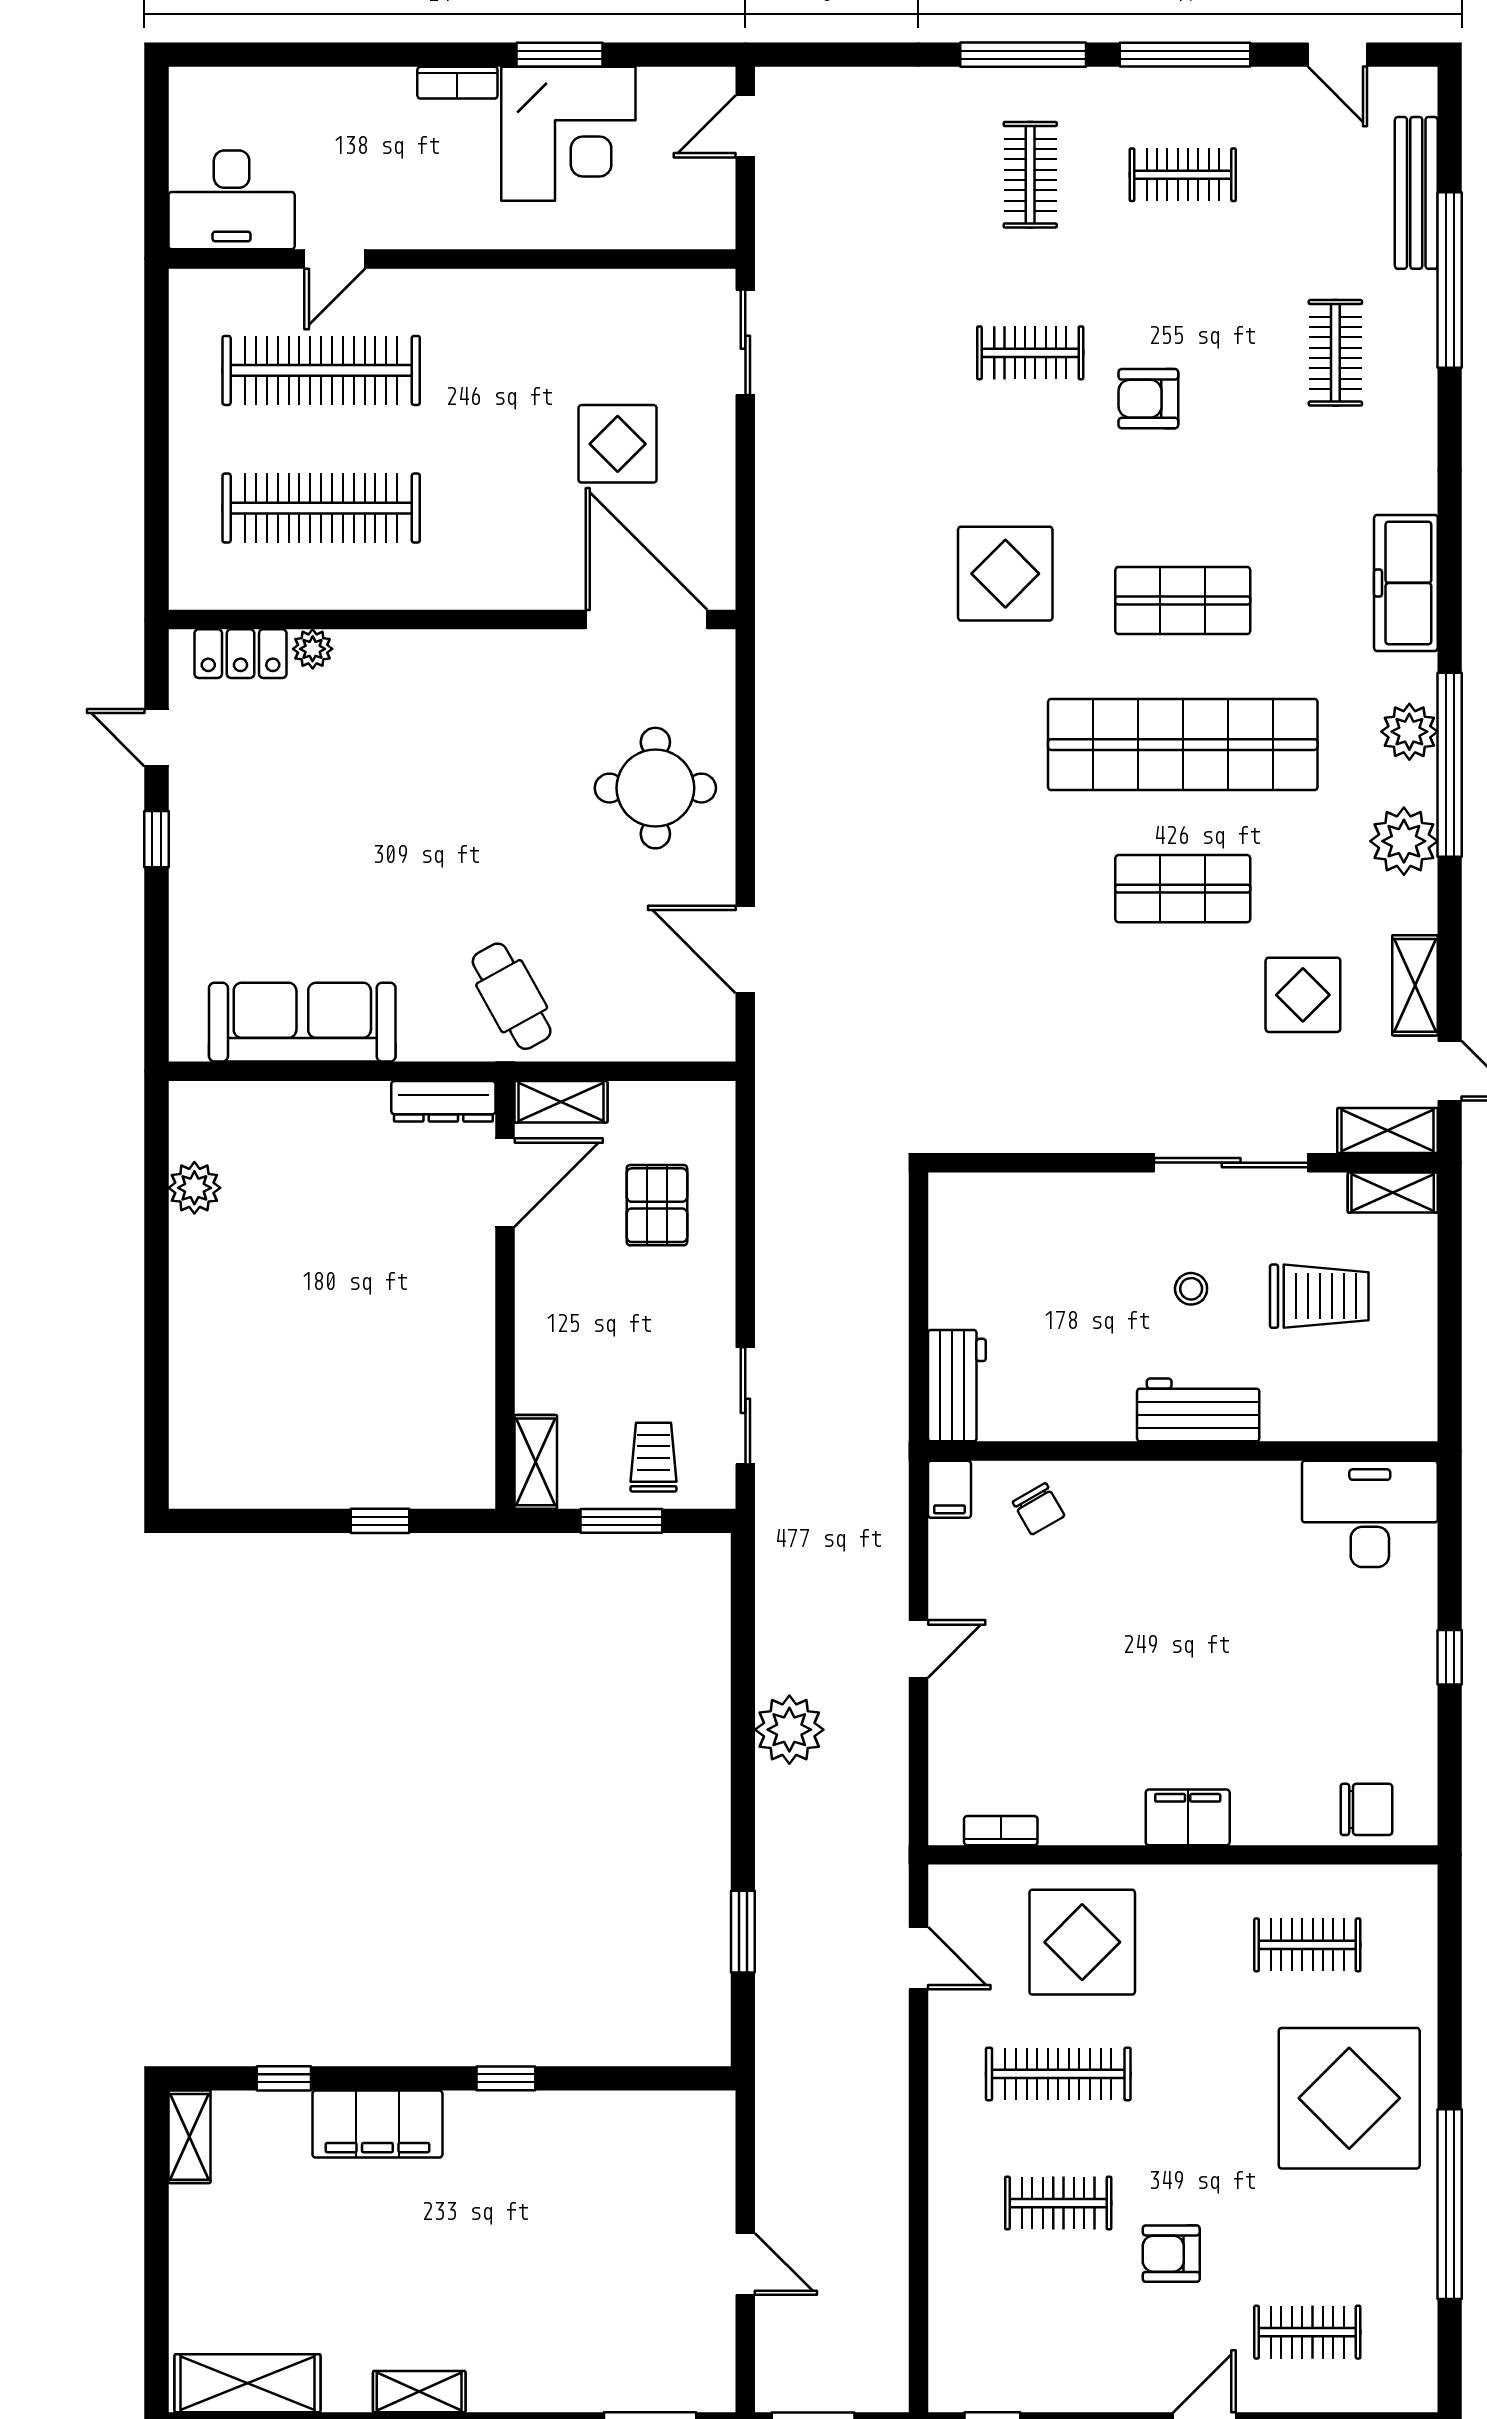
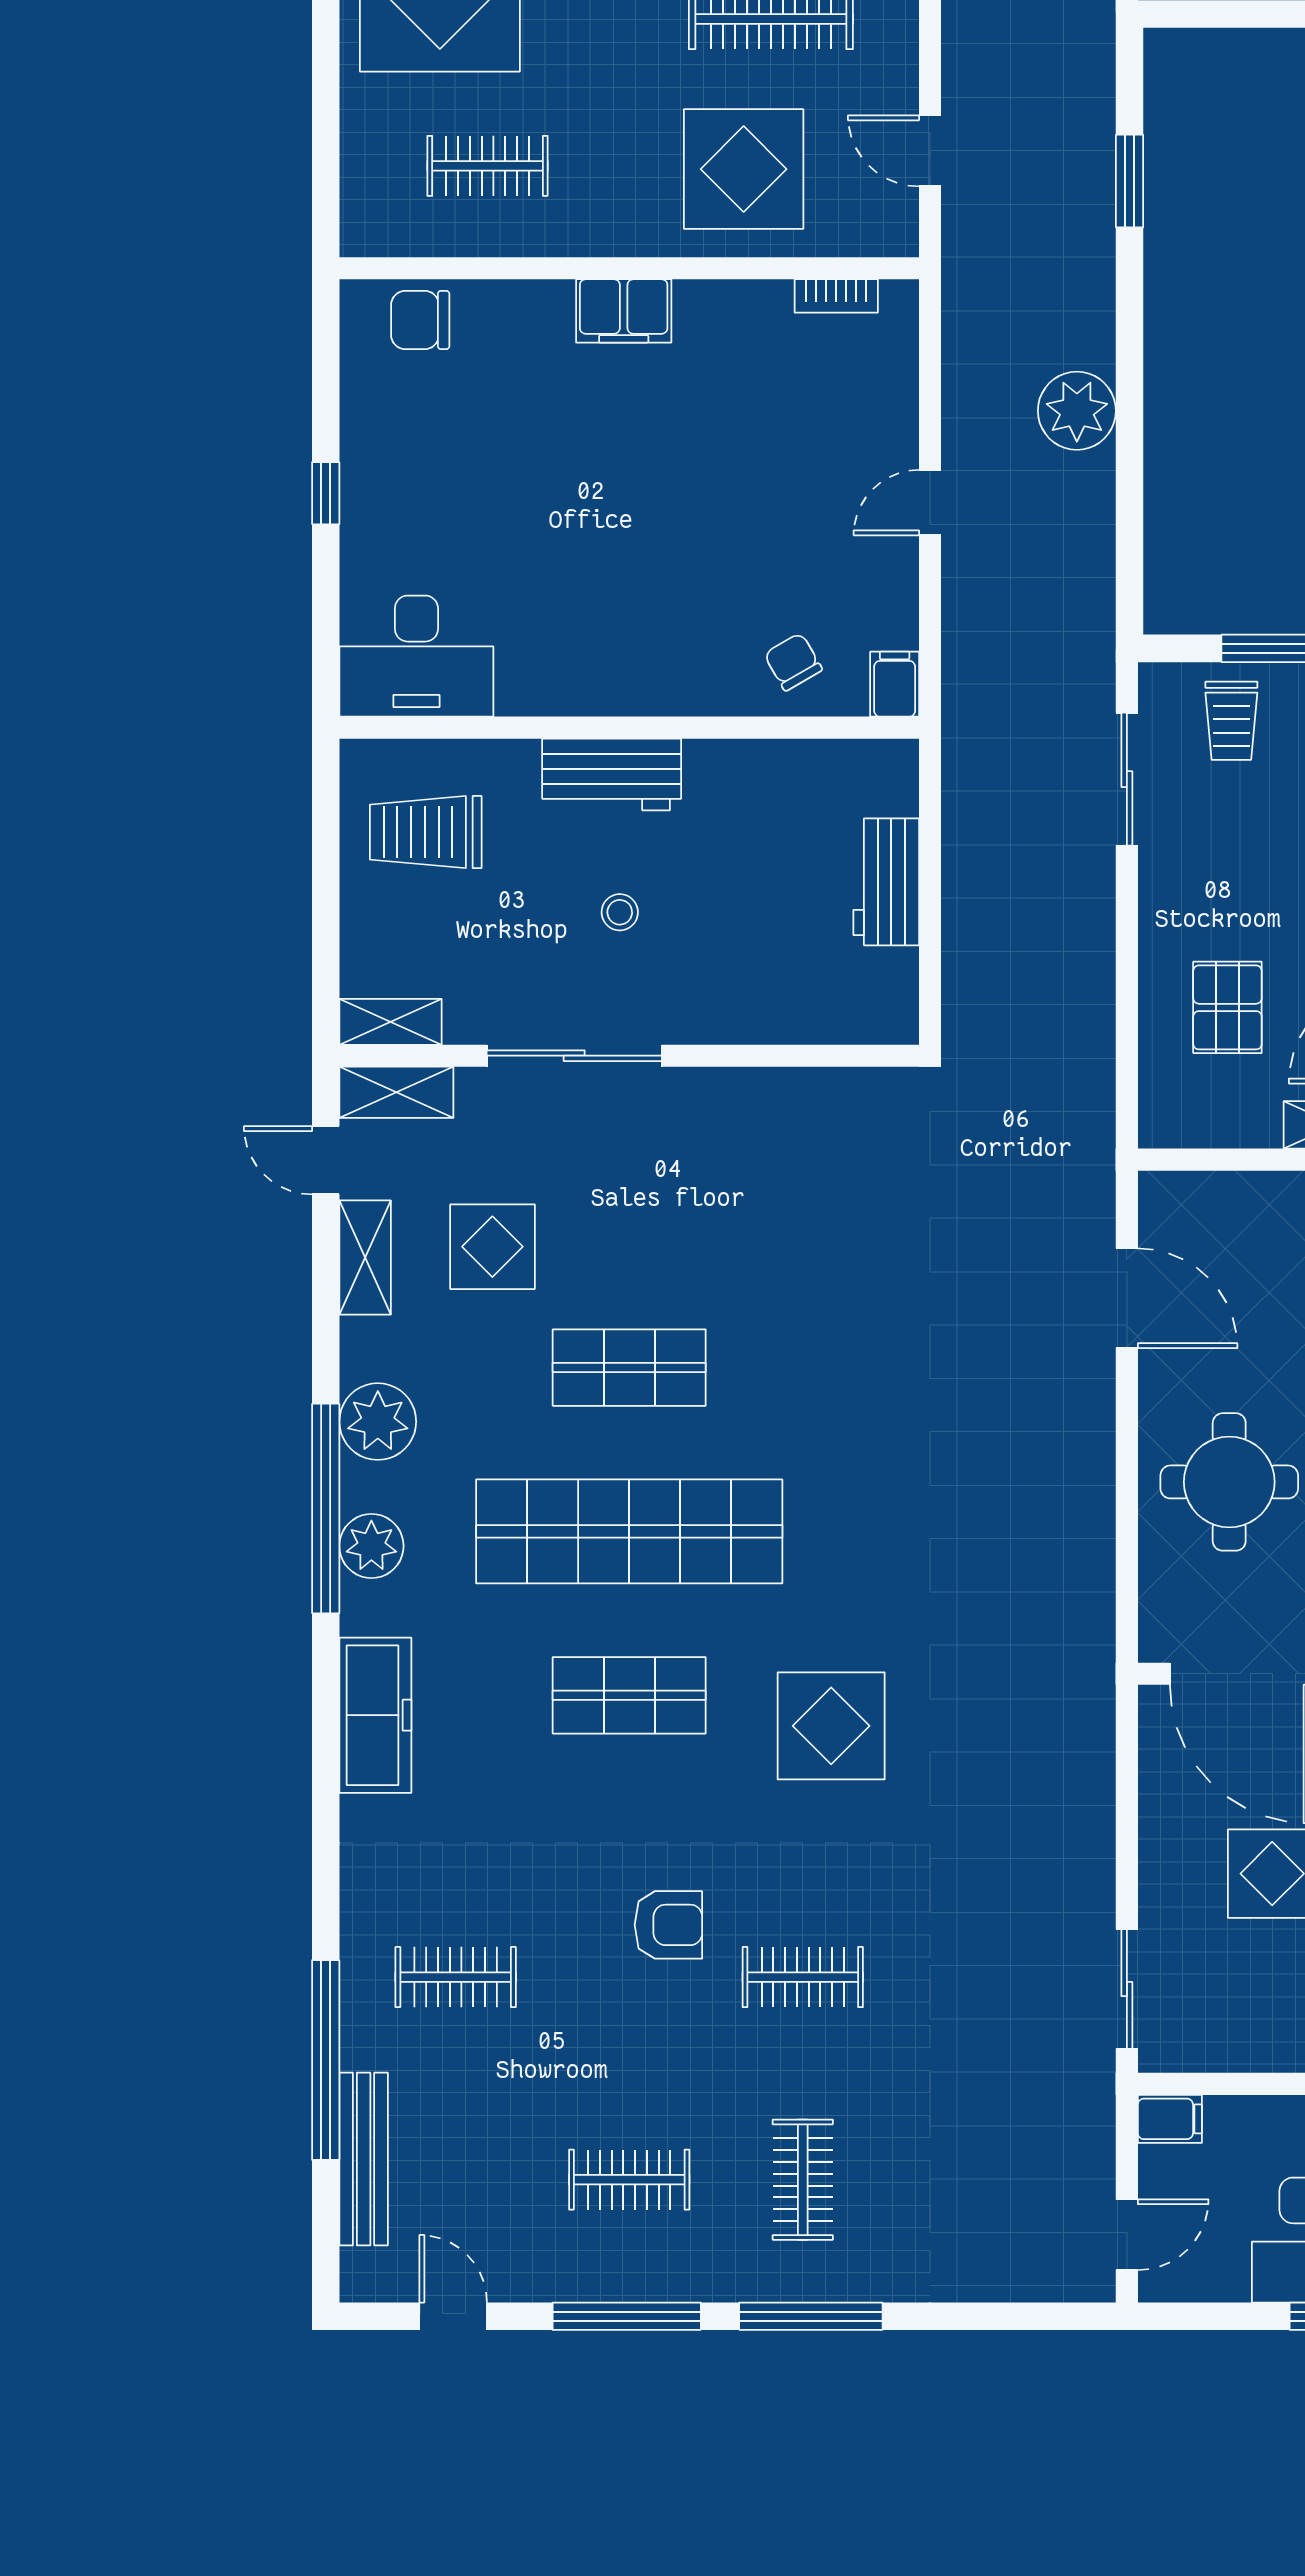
filing cabinet: (708, 228) -> (1170, 2119), added
clothes rail: (1335, 353) -> (456, 1977), turned 90
trolley: (1319, 1296) -> (426, 832), moved
workbench: (957, 1386) -> (886, 882), moved

